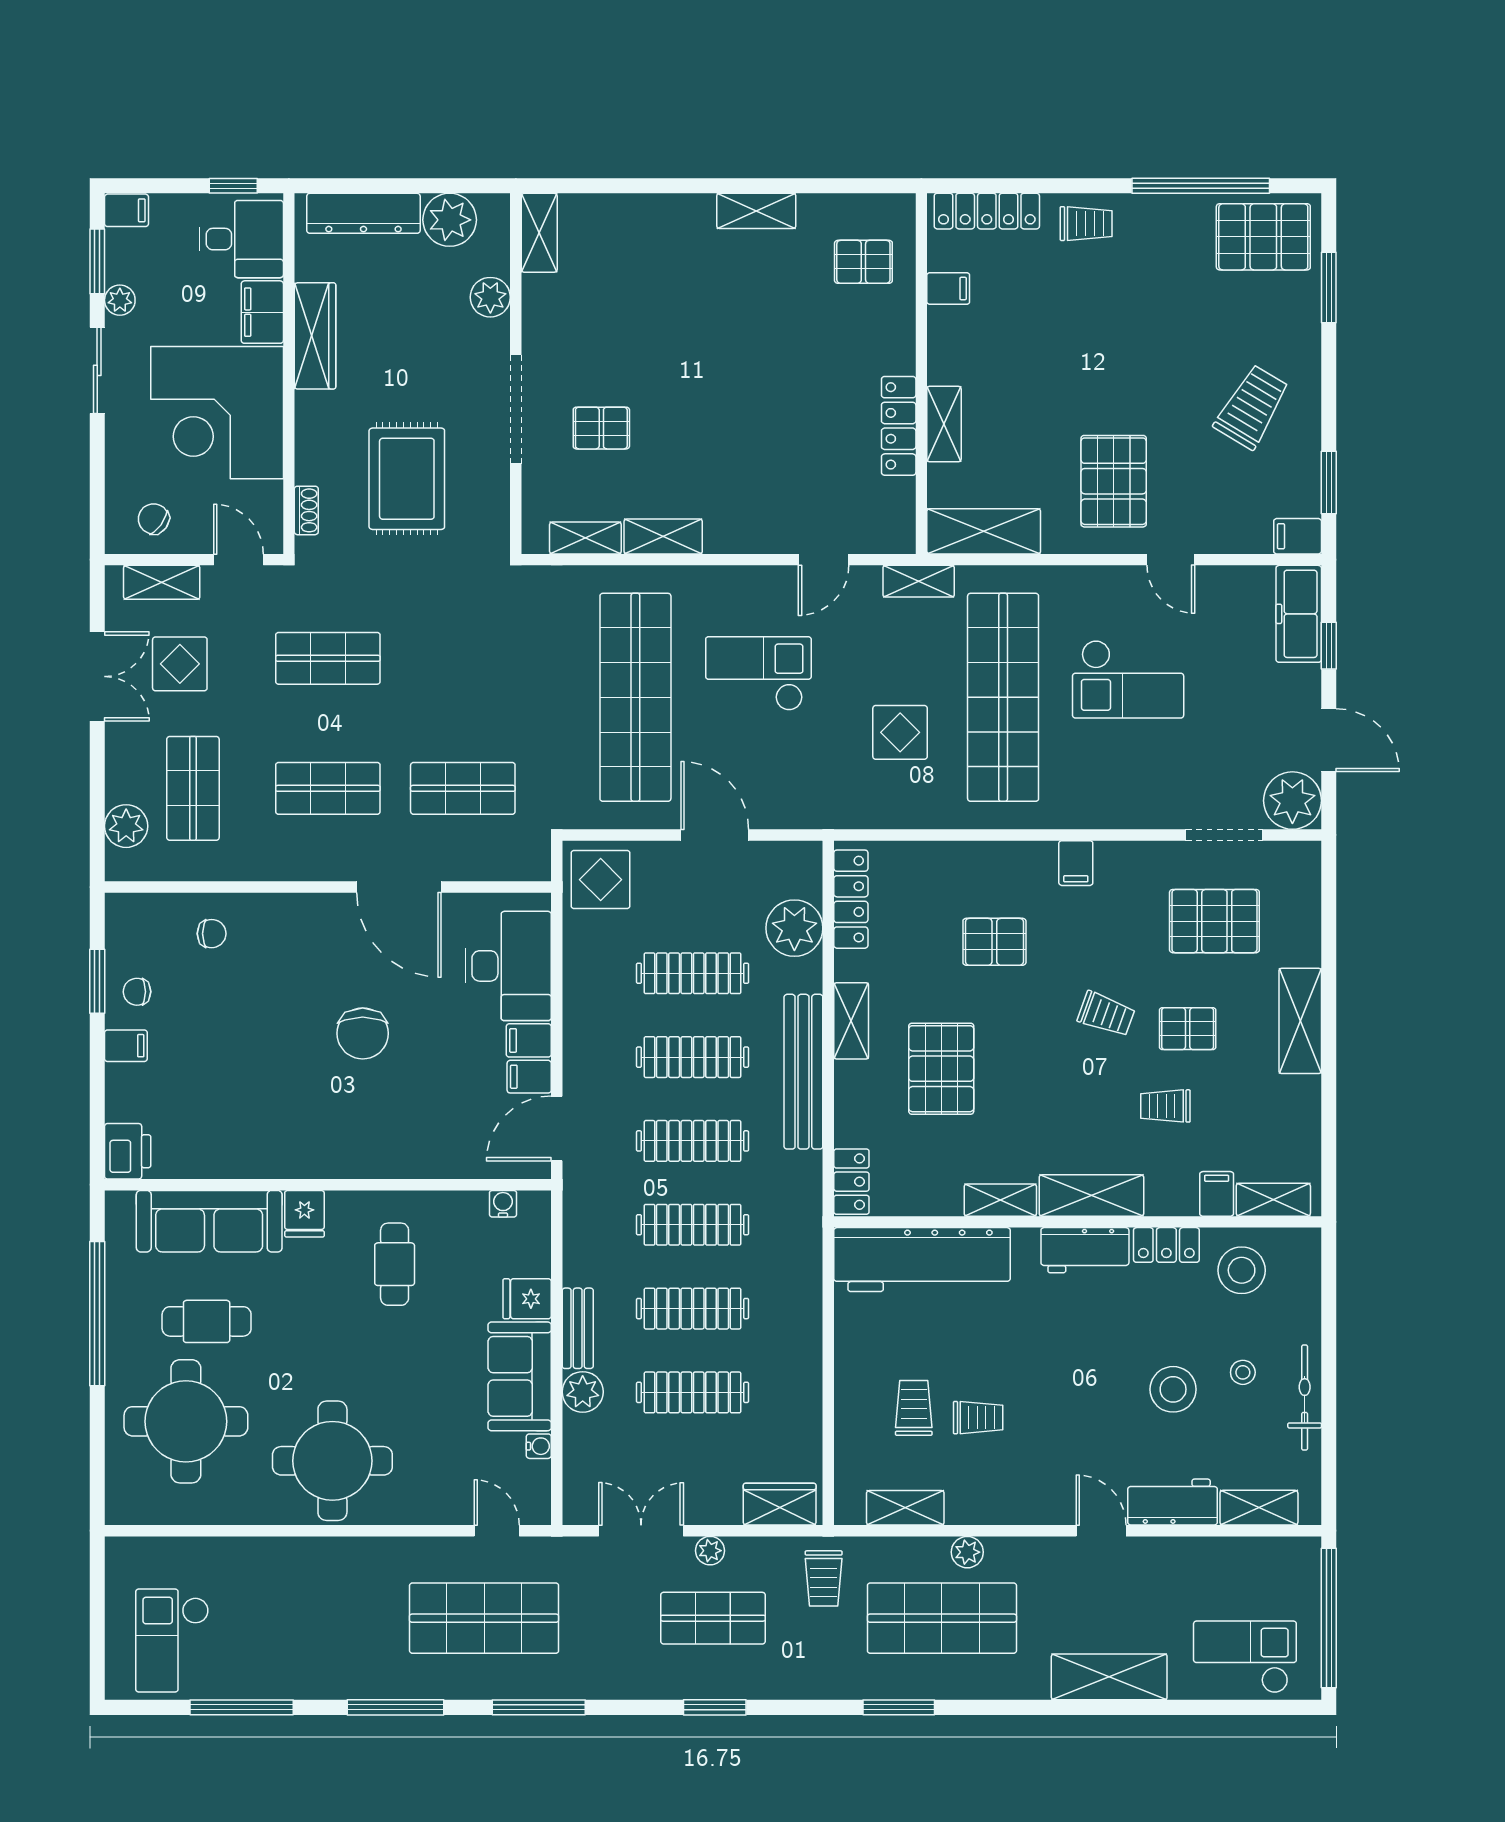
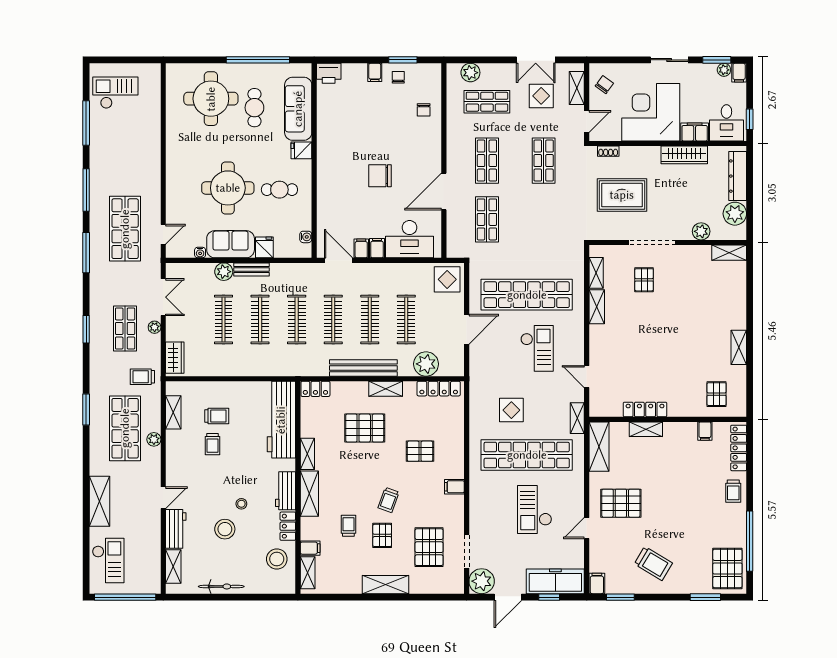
plant: (120, 300) -> (724, 70), moved
freezer: (1299, 614) -> (555, 581), width x1.36, depth x1.26
pallet: (994, 942) -> (420, 451), turned 90
stool: (1243, 1372) -> (241, 504), moved
round table: (332, 1461) -> (228, 188), moved

